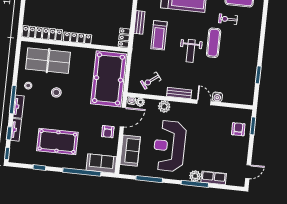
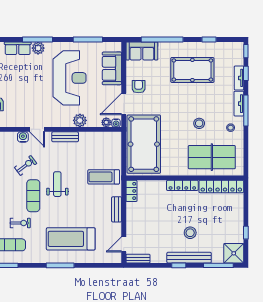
treadmill: (159, 35) -> (104, 177), moved, turned -90
exercise bike: (151, 81) -> (26, 165), moved

